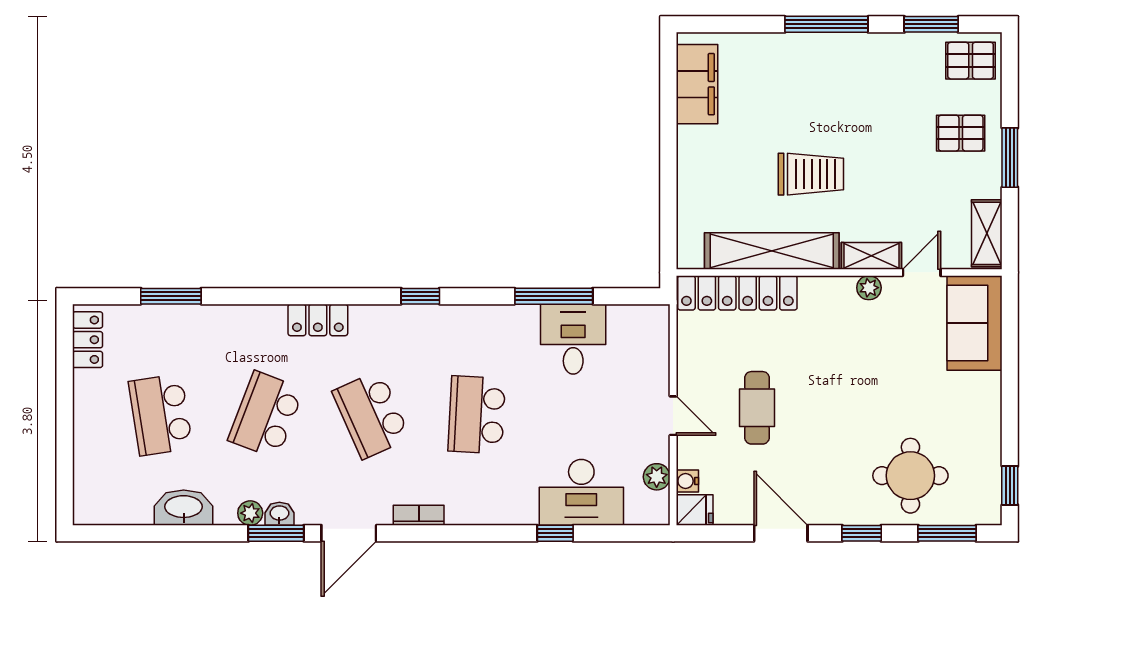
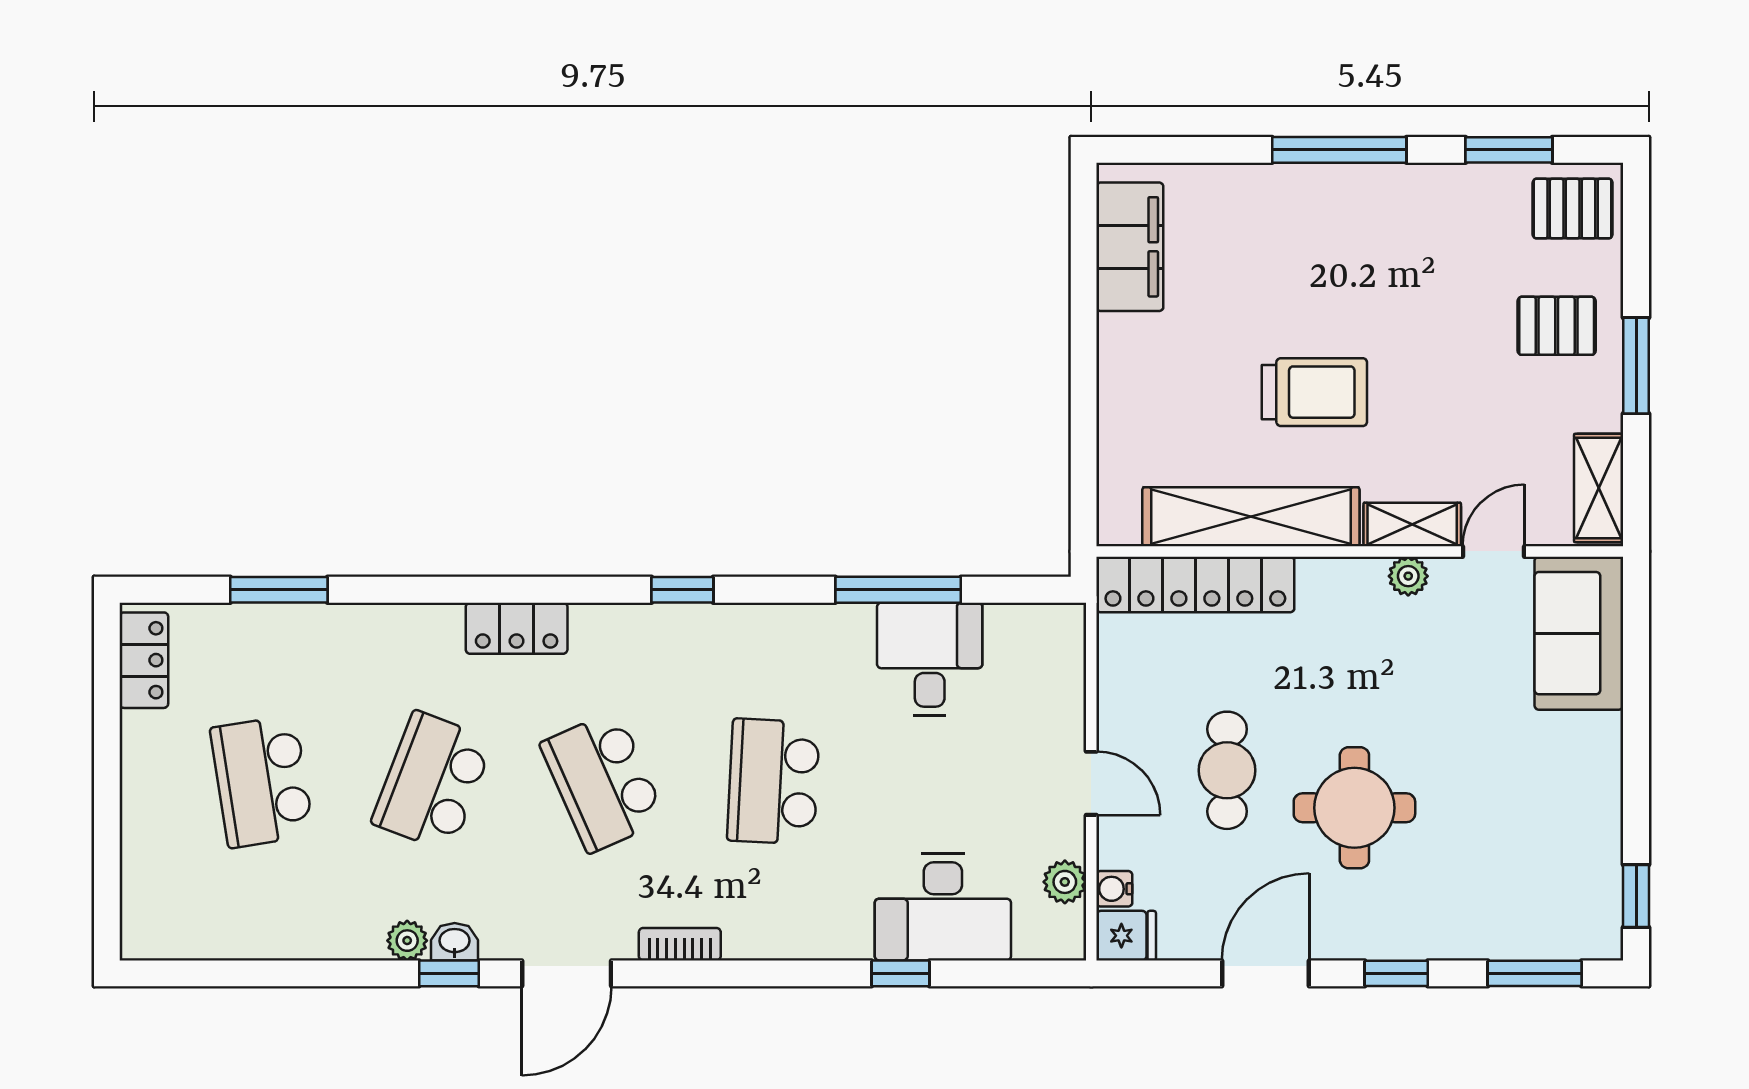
round table: (910, 476) -> (1354, 808), moved
washbasin: (184, 508) -> (299, 932), removed
window: (276, 533) -> (449, 973), width x0.67
door: (781, 533) -> (1265, 973), hinge flipped

